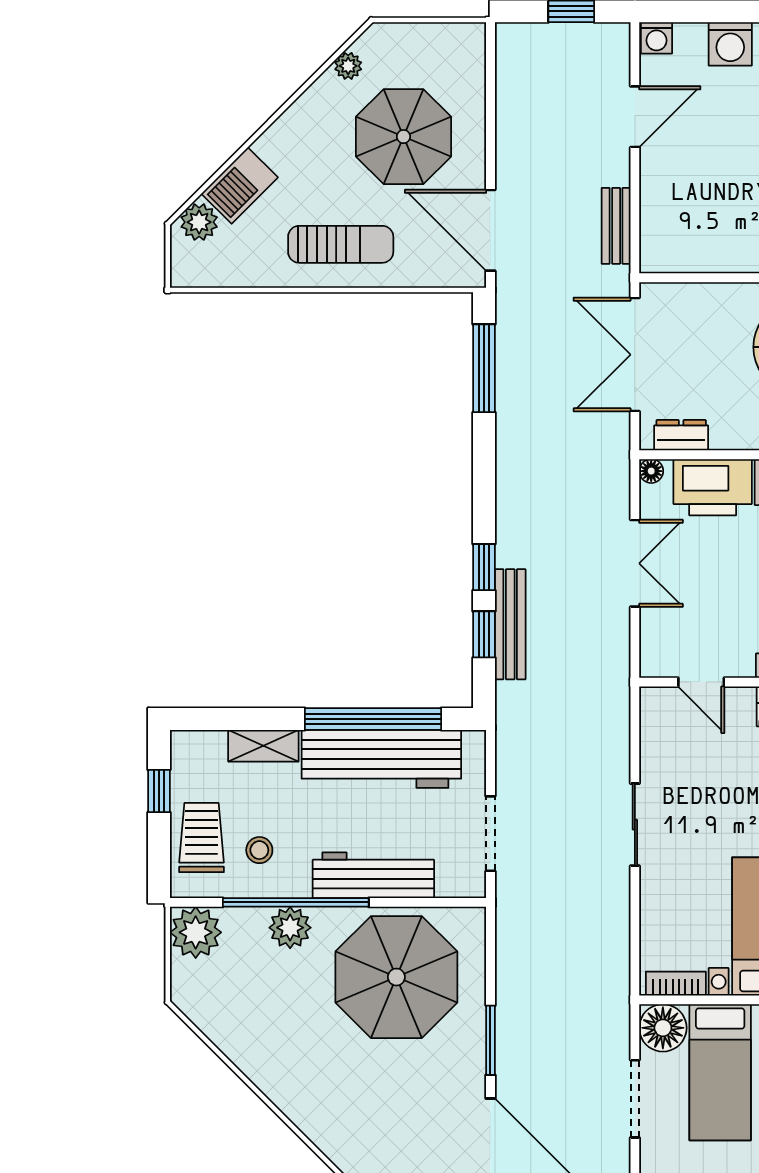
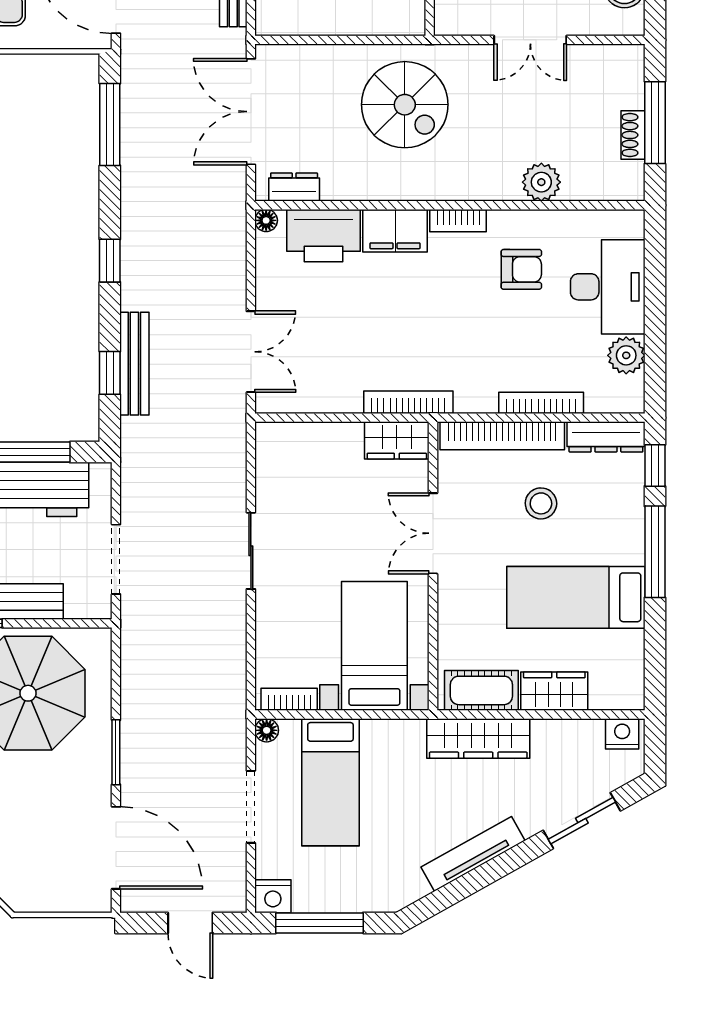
double door: (635, 563) -> (251, 352), moved
window: (484, 567) -> (110, 261), moved
door: (701, 682) -> (313, 418), removed
floor lamp: (663, 1028) -> (267, 730), width x0.53, depth x0.53

